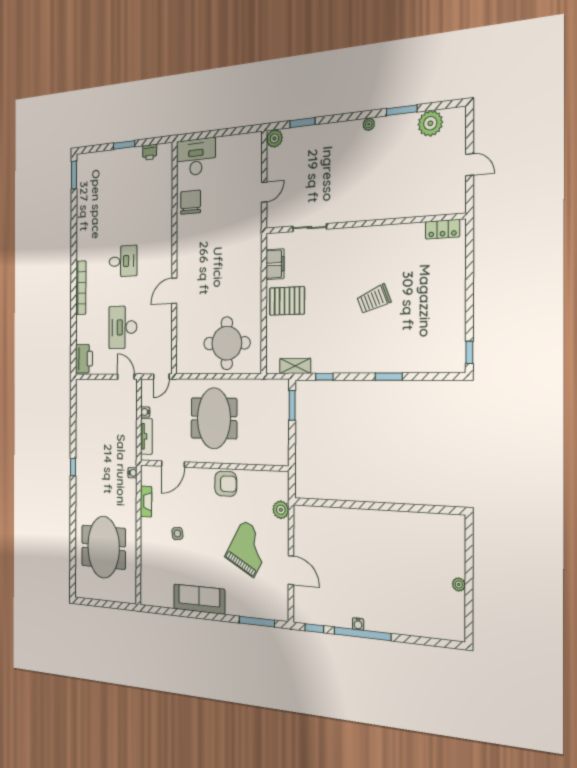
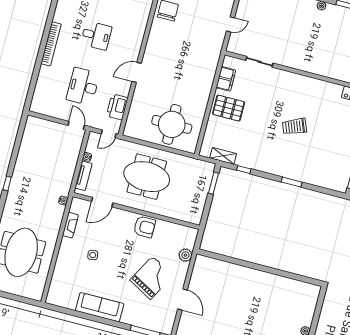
printer: (84, 359) -> (117, 107), moved, turned 180
meeting table: (214, 418) -> (147, 177), turned 90

